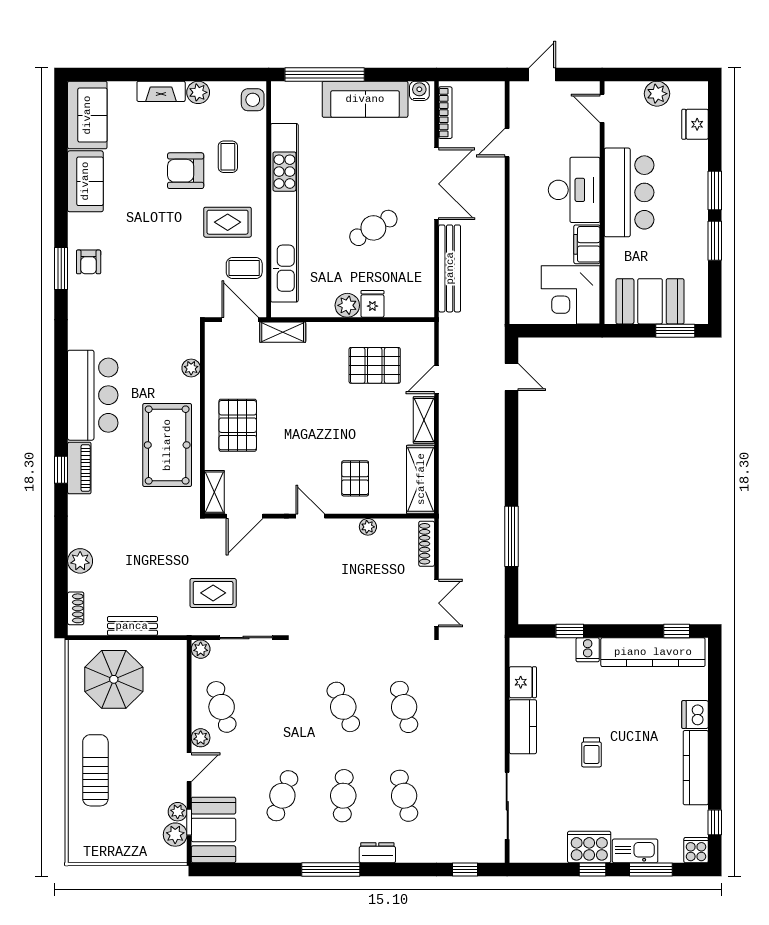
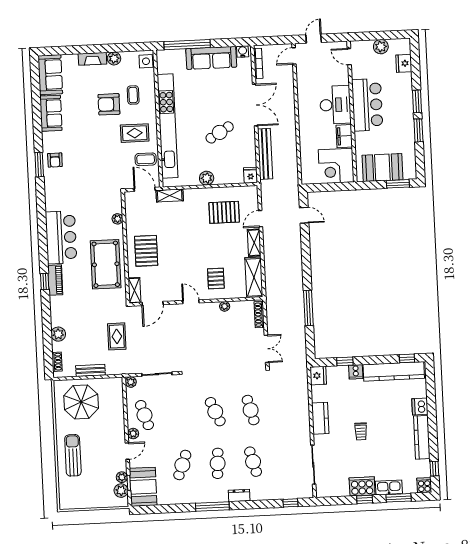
door: (507, 143) -> (294, 56), moved
fridge: (372, 304) -> (251, 175), moved
rug: (213, 593) -> (117, 336), moved, turned 90
fridge: (523, 682) -> (318, 376), moved

